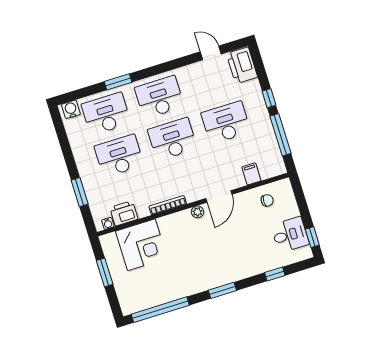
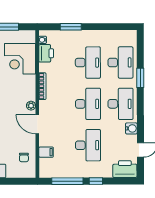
water cooler: (71, 109) -> (131, 128), moved

